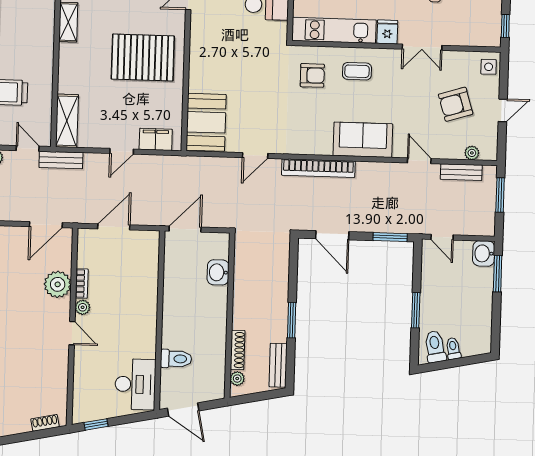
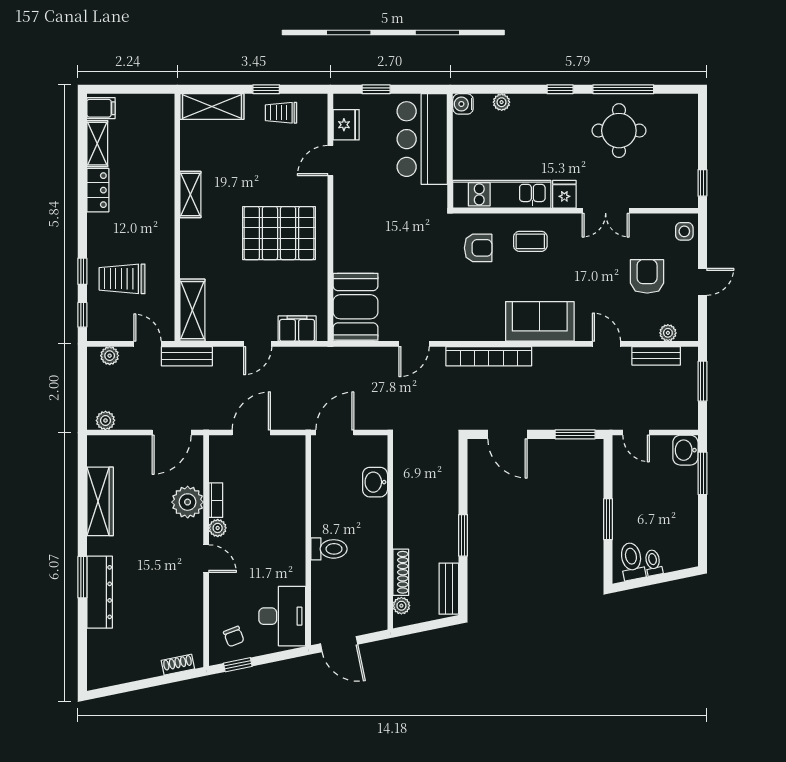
armchair: (456, 104) -> (647, 276), turned 107
toilet: (176, 359) -> (329, 549), moved
chair: (93, 400) -> (234, 637), added

